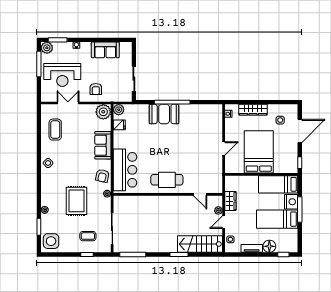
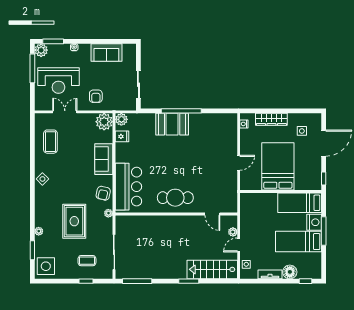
wardrobe: (230, 201) -> (246, 221), removed

